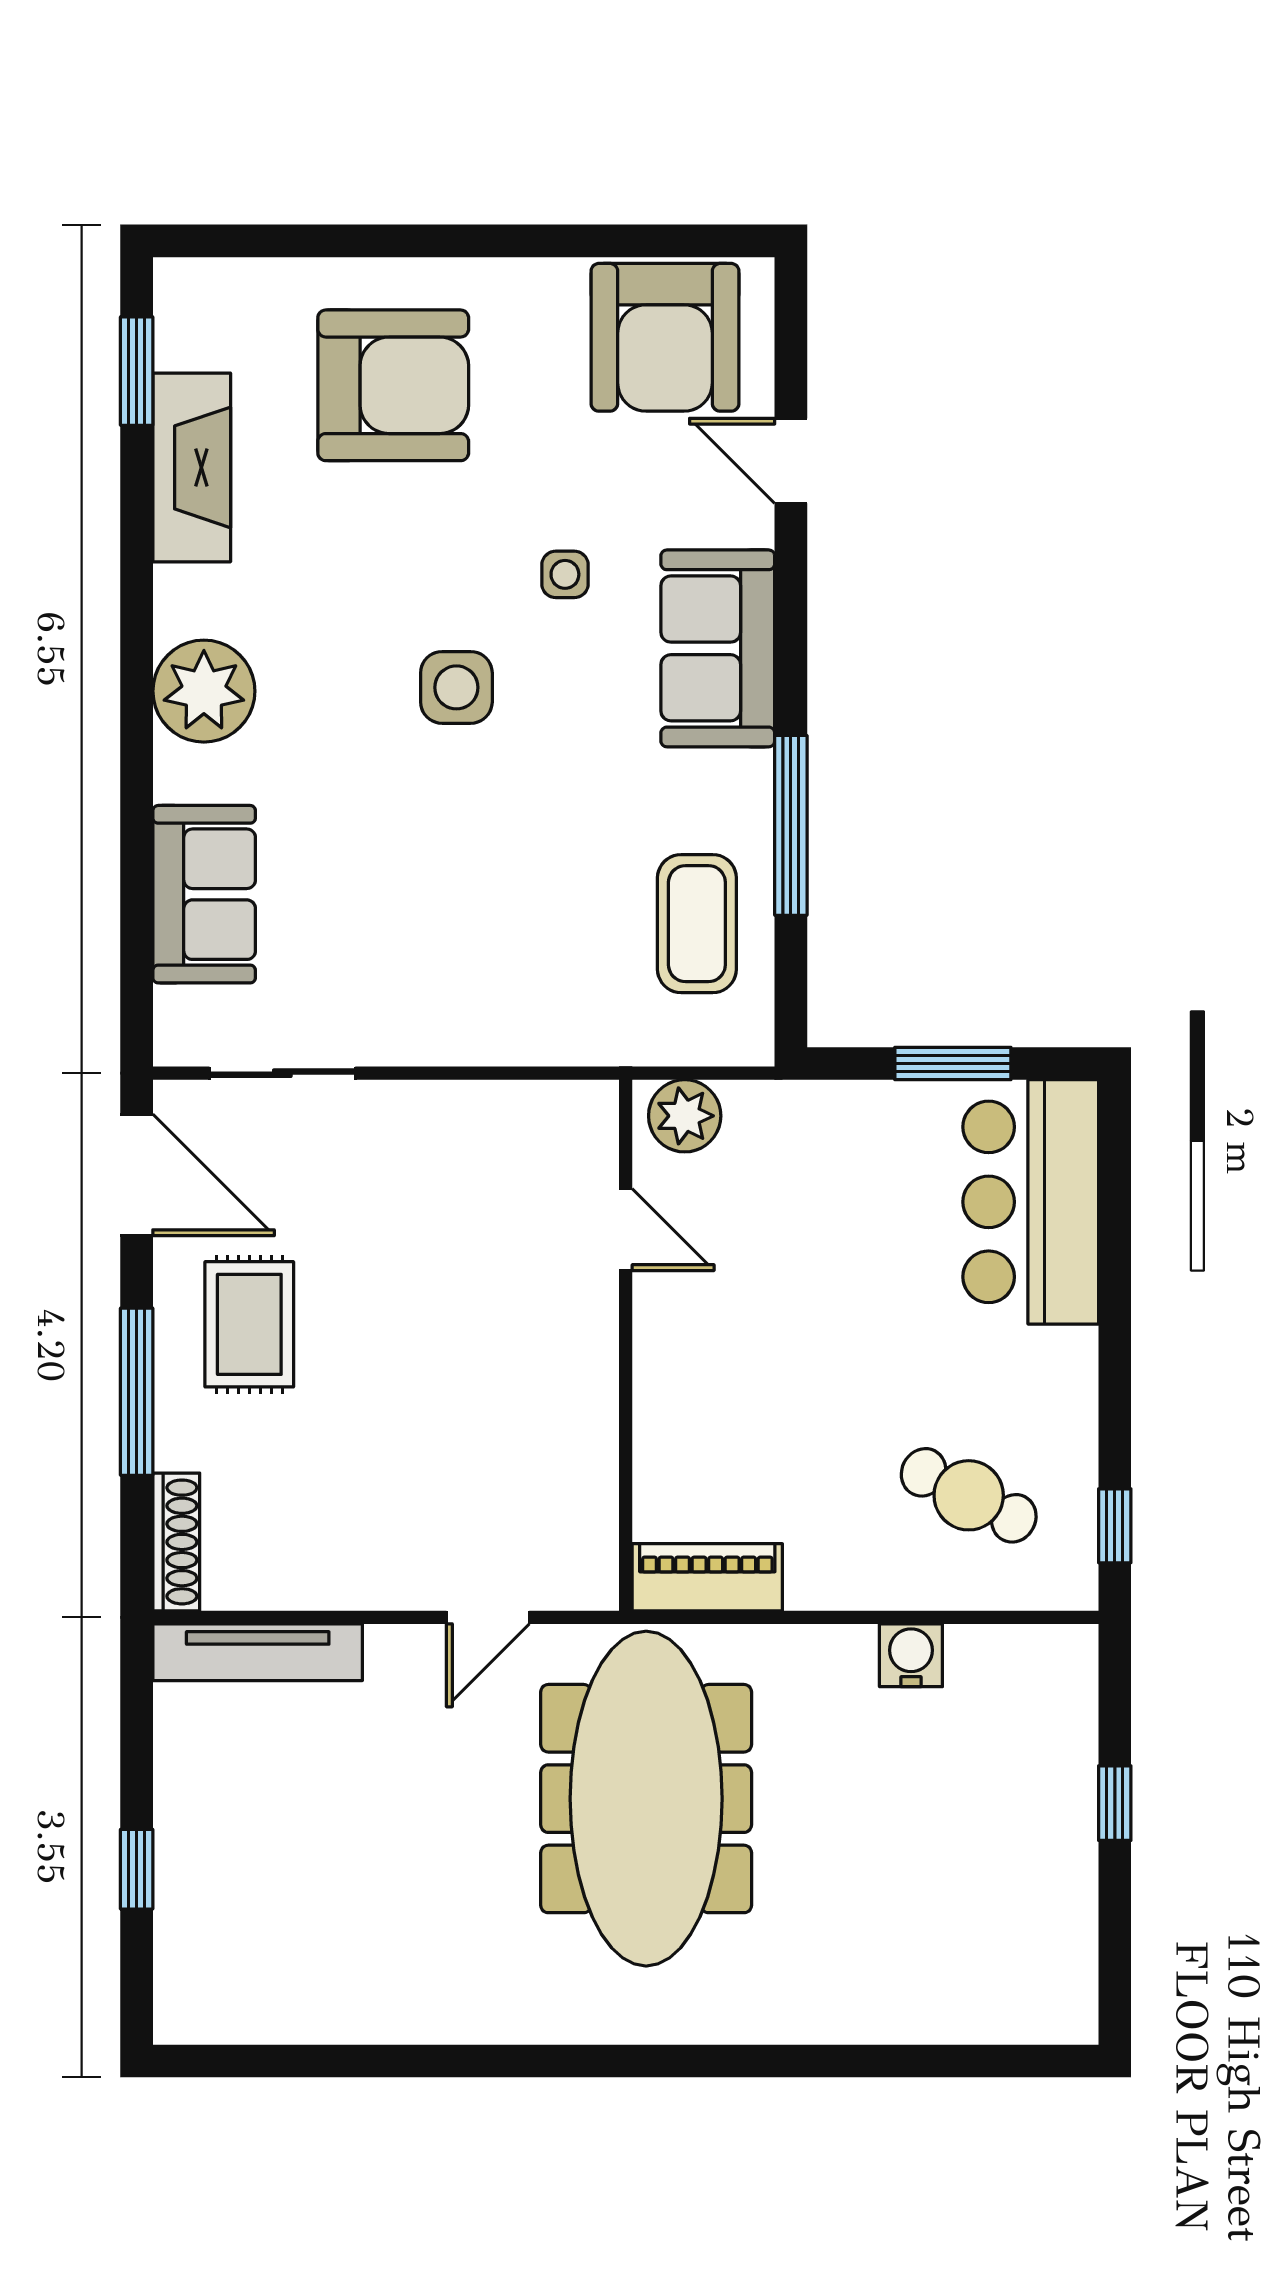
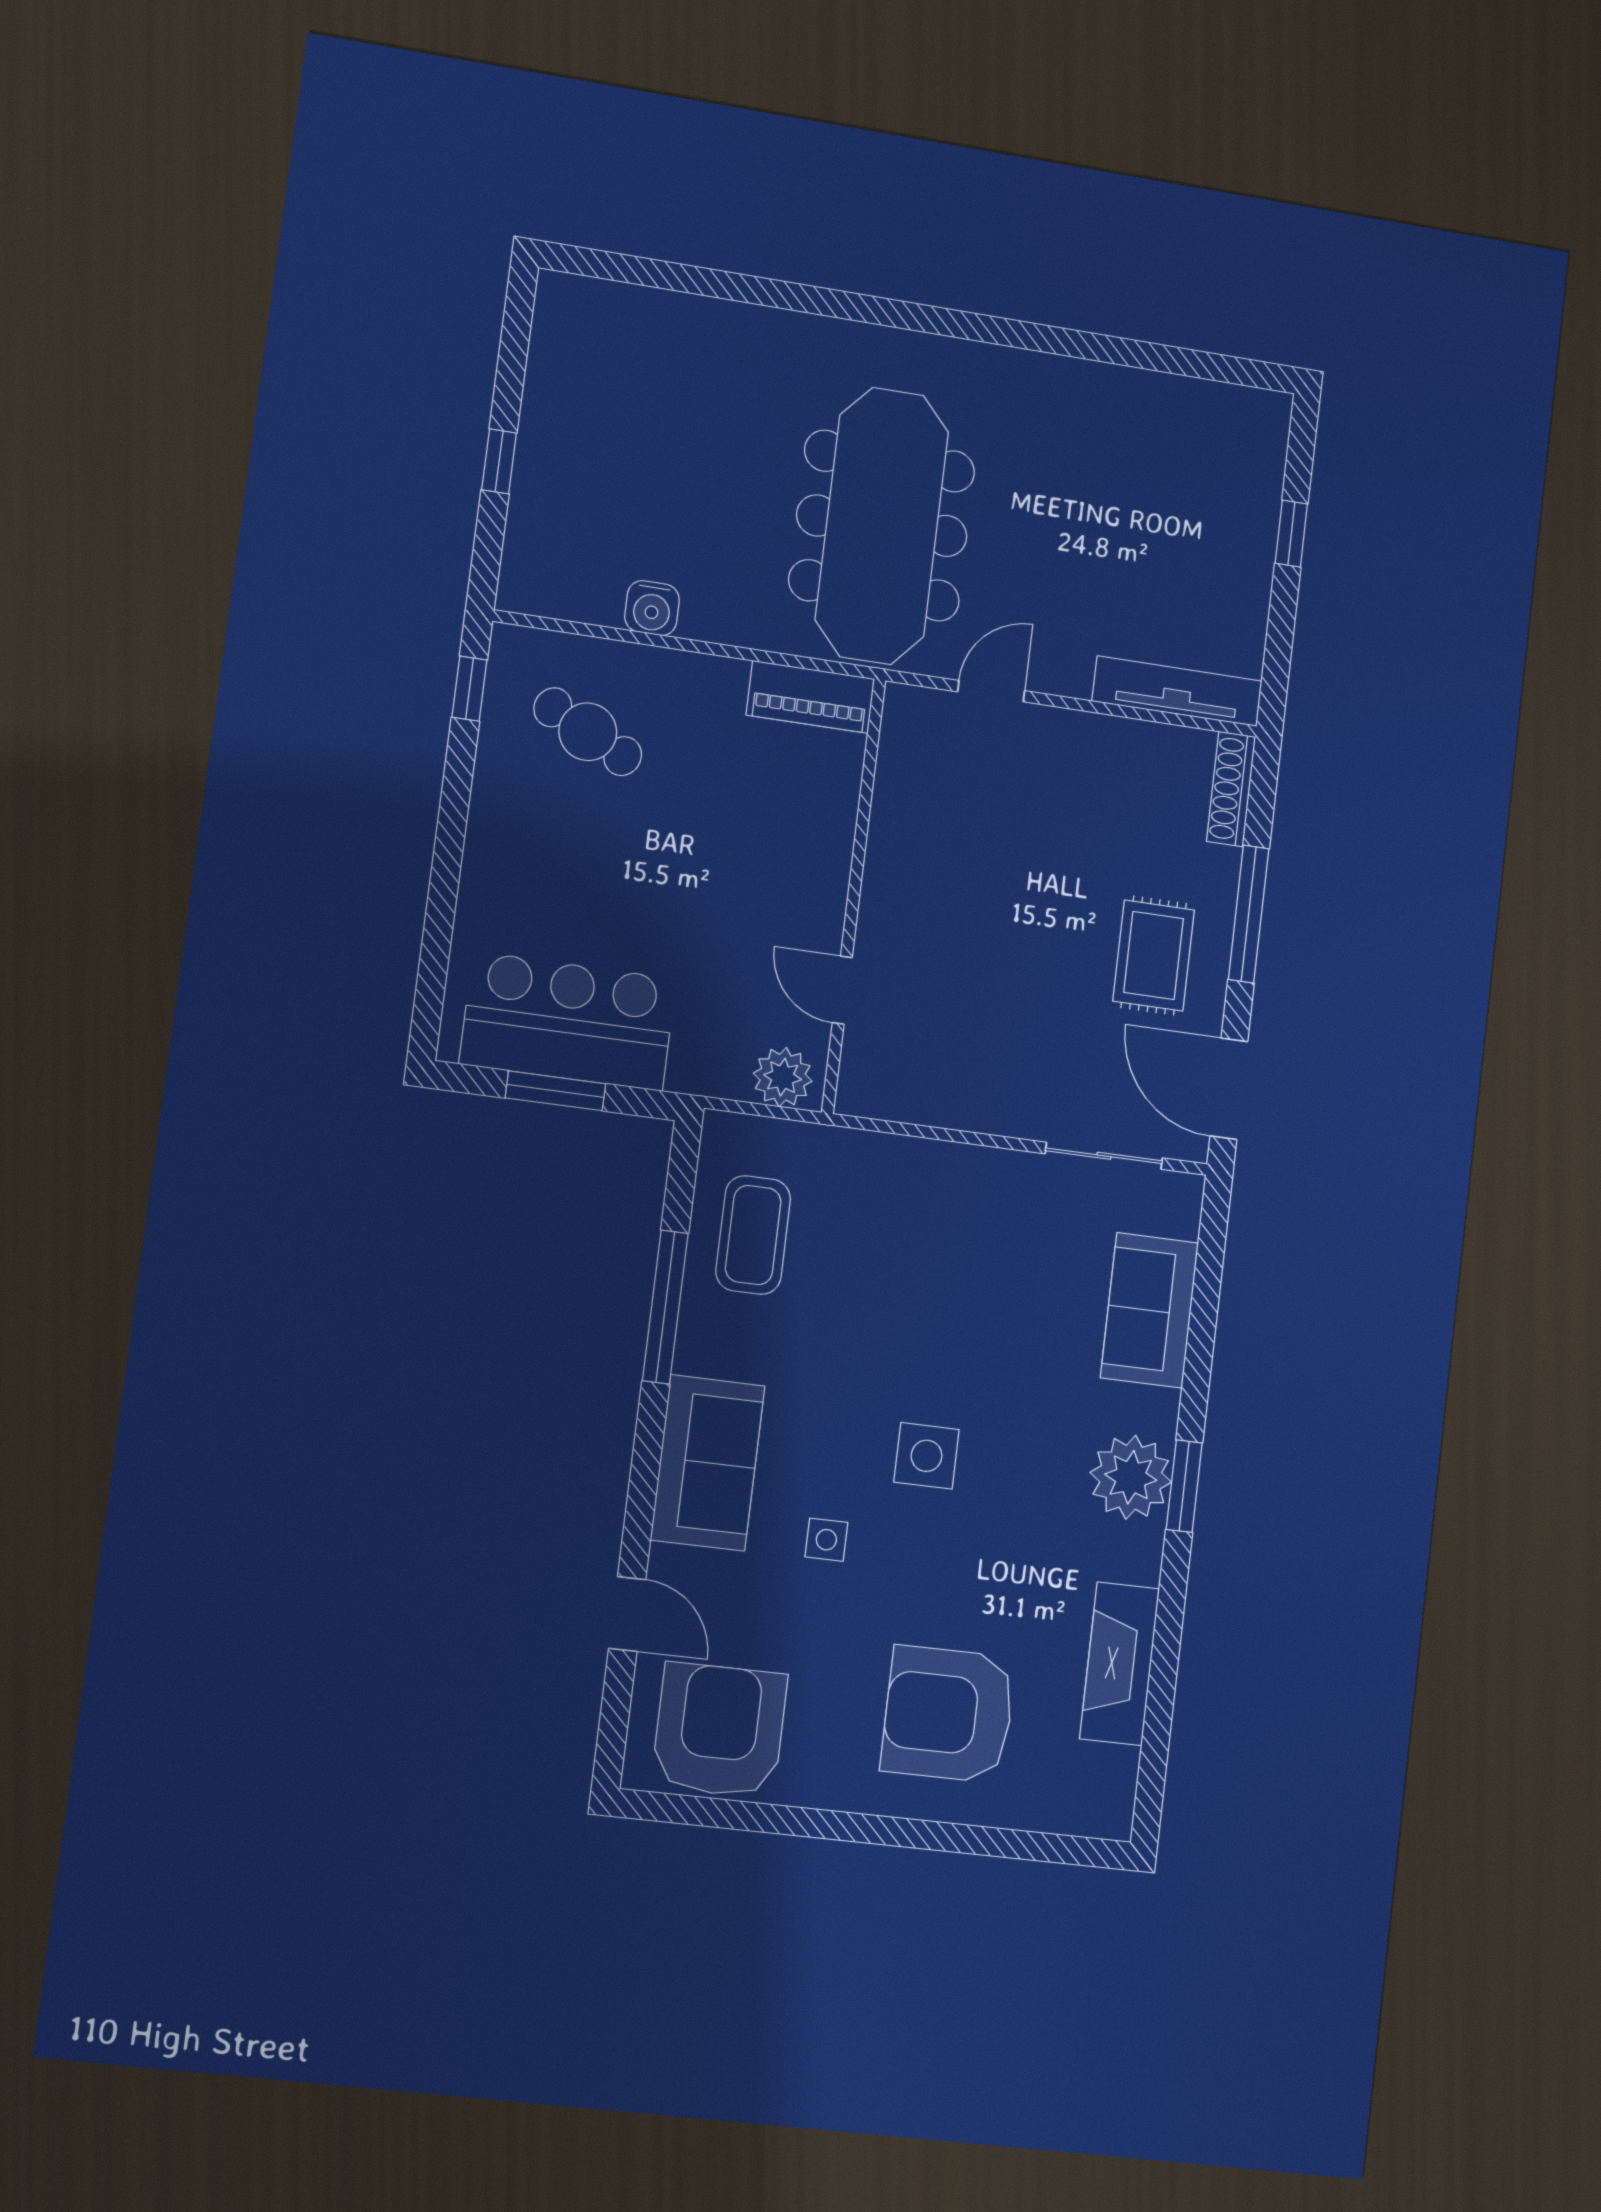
window: (137, 371) -> (1184, 1486), moved
bar counter: (1031, 1202) -> (568, 1021), moved, turned -90

